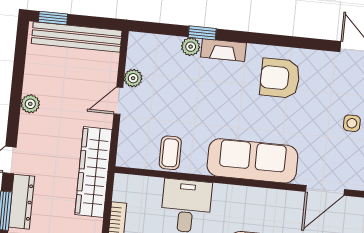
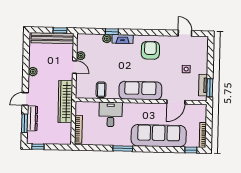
window: (53, 18) -> (60, 30), moved
armchair: (280, 78) -> (150, 50), turned 90
door: (118, 101) -> (75, 67), swing flipped

